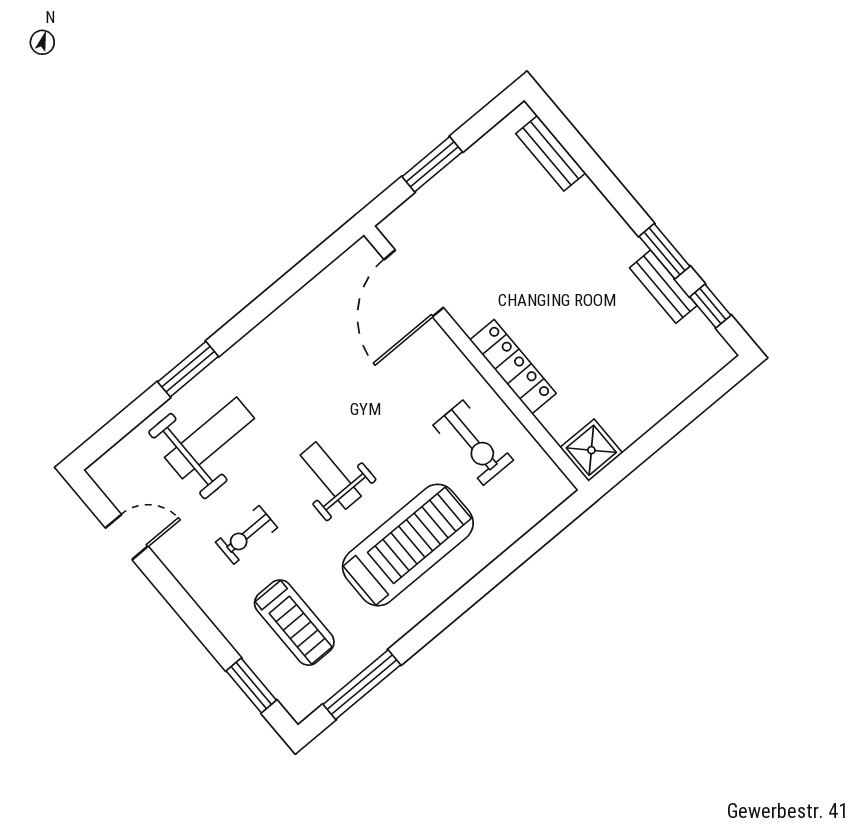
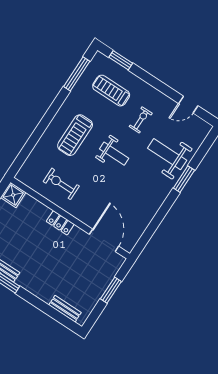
locker: (513, 367) -> (60, 223), width x0.66
weight bench: (210, 438) -> (167, 154), turned 90
treadmill: (408, 545) -> (75, 135), width x0.73, depth x0.73

